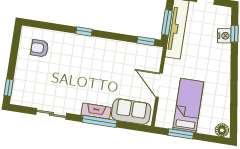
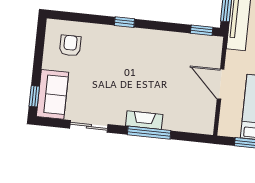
armchair: (40, 48) -> (70, 46), turned 90
sofa: (131, 112) -> (53, 94), moved, turned 90

